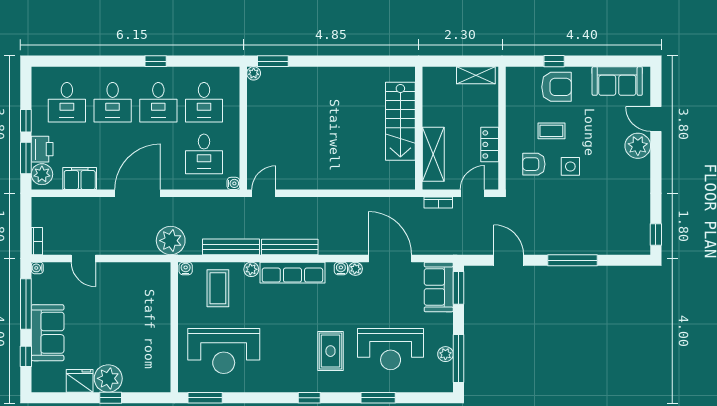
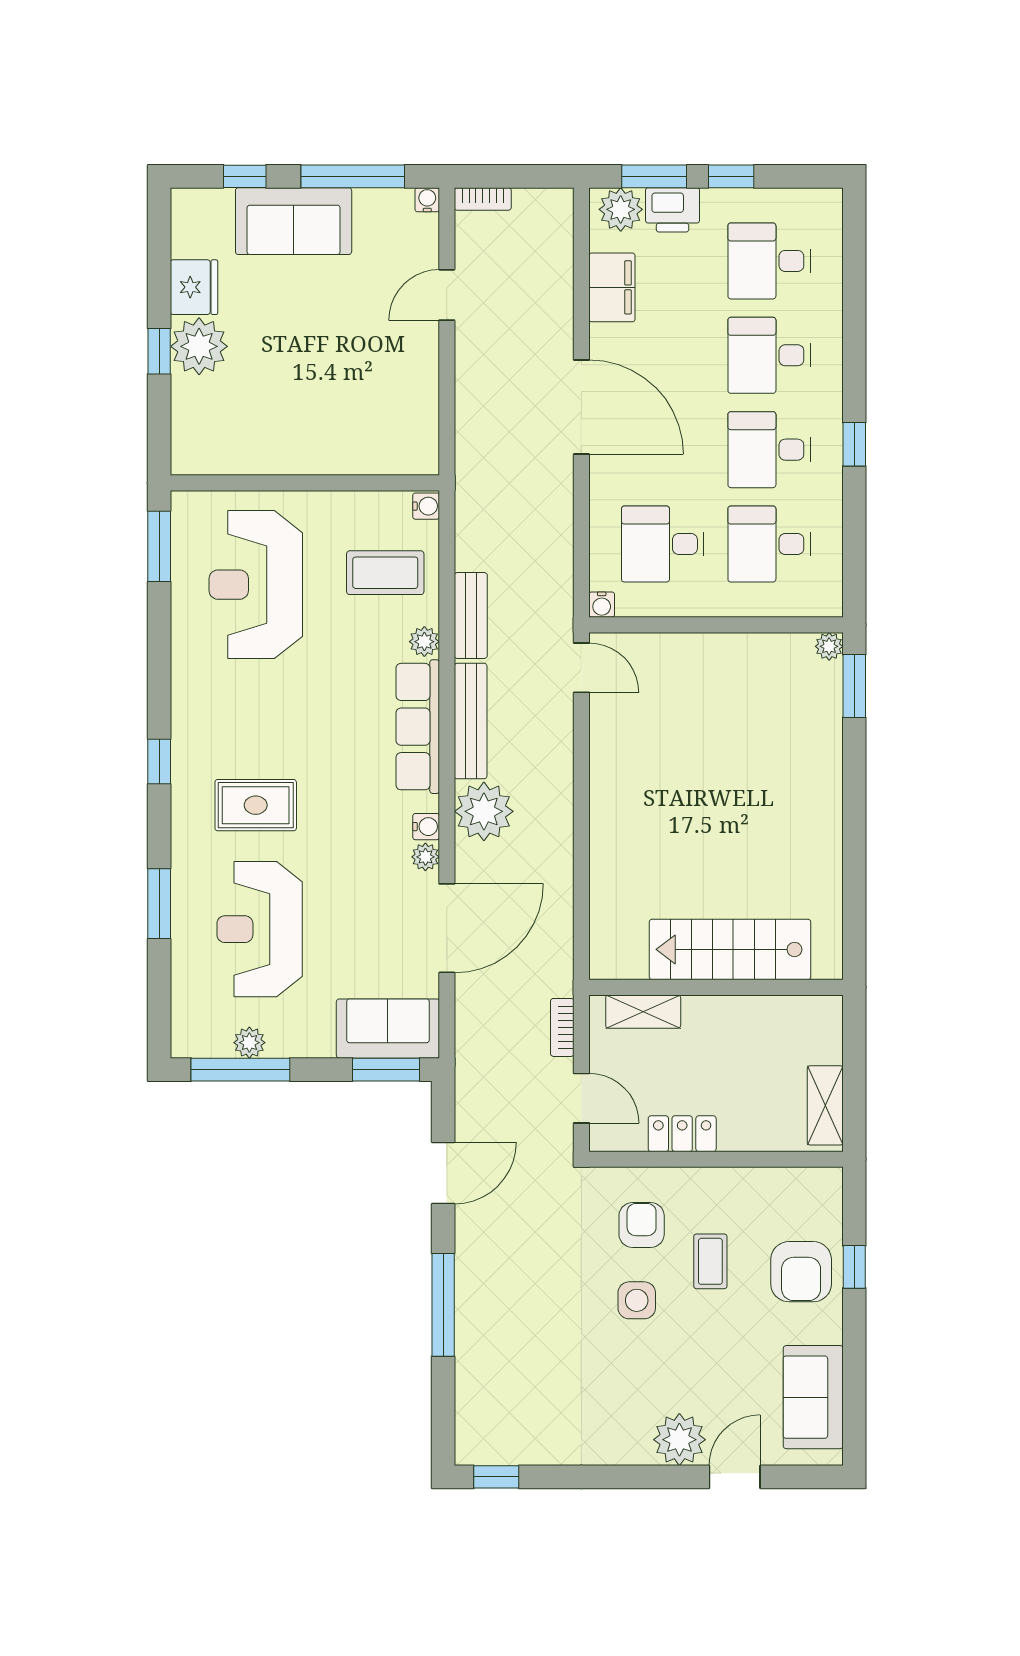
shelving: (433, 154) -> (643, 1012), width x0.67, depth x0.75
plant: (171, 241) -> (484, 811), moved
bench: (231, 247) -> (471, 615), width x0.73

